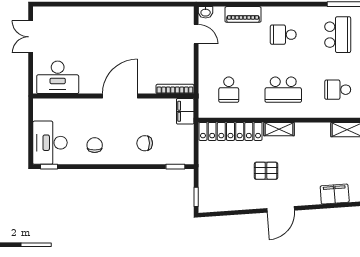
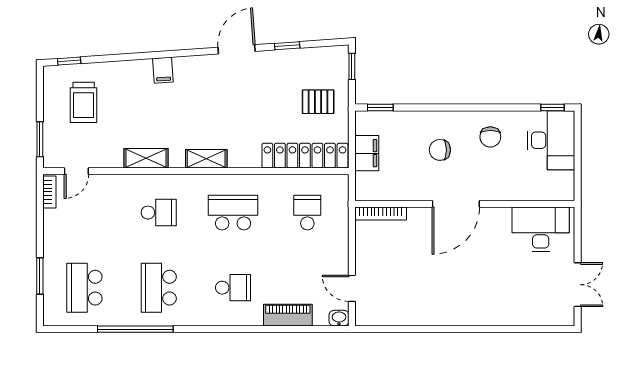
filing cabinet: (185, 111) -> (367, 153), moved
shelving: (279, 129) -> (206, 159), moved
chair: (145, 143) -> (440, 150), moved, turned 180
pallet: (266, 171) -> (318, 102), moved
filing cabinet: (335, 194) -> (163, 70), width x0.50
window: (244, 212) -> (287, 46), added

